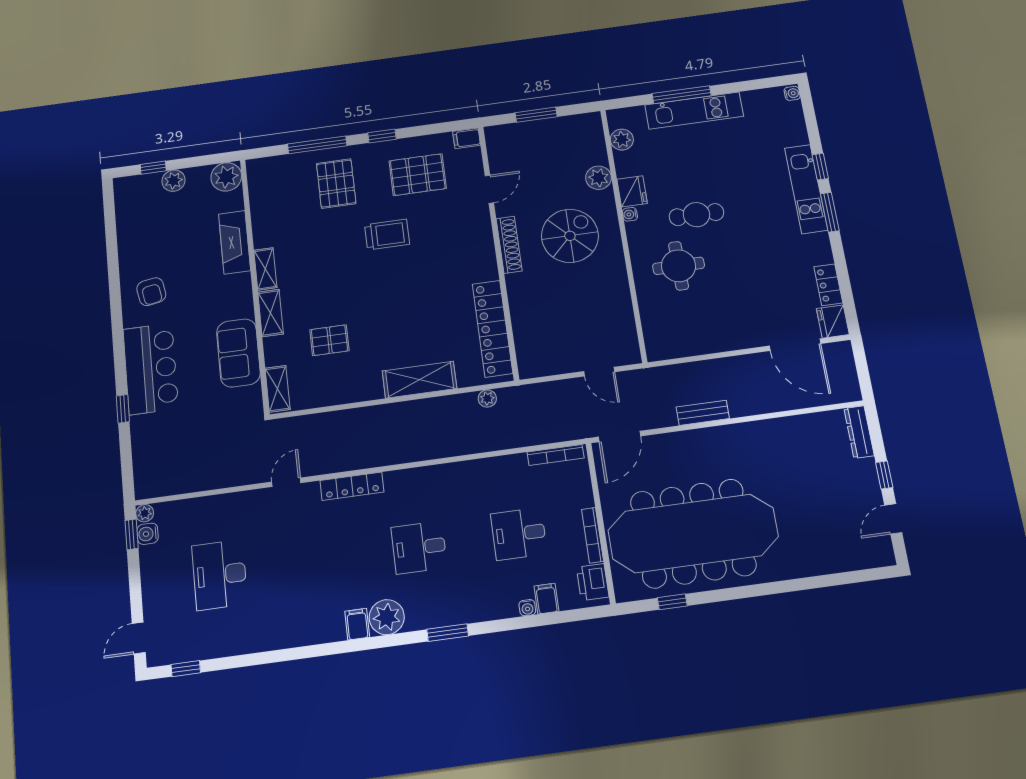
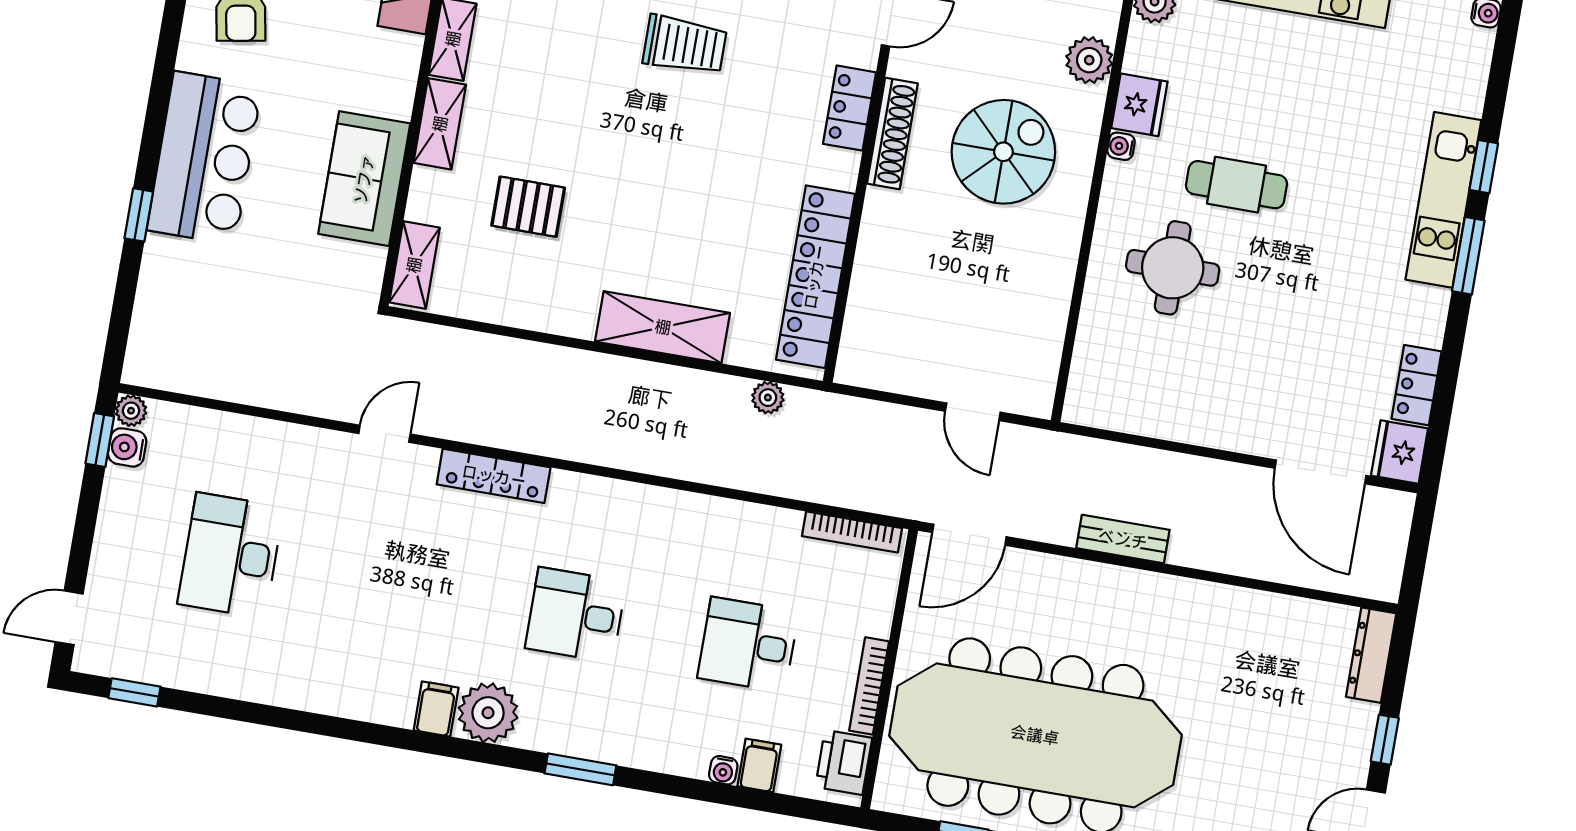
locker: (483, 239) -> (850, 108), added

